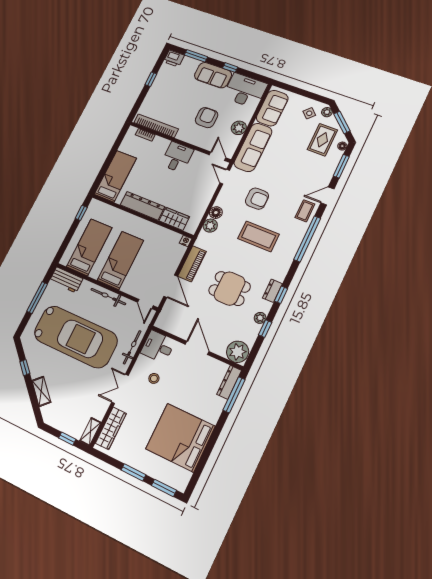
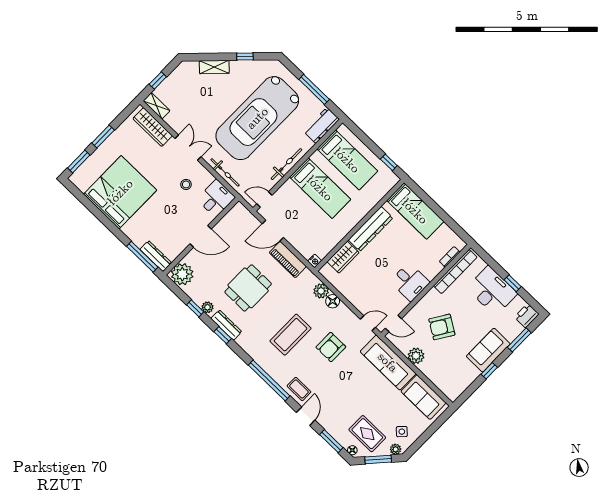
desk: (245, 91) -> (492, 291), moved, turned -90
armchair: (207, 118) -> (442, 327), turned 122
dresser: (272, 291) -> (226, 325), width x1.44

